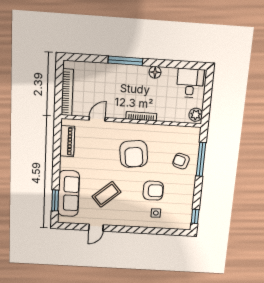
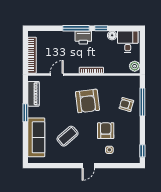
window: (158, 63) -> (101, 28), added
floor lamp: (155, 72) -> (112, 35), moved
printer: (134, 74) -> (83, 37), added
armchair: (153, 191) -> (106, 131), turned -90
window: (55, 200) -> (25, 113), moved
door: (96, 228) -> (88, 166), moved

